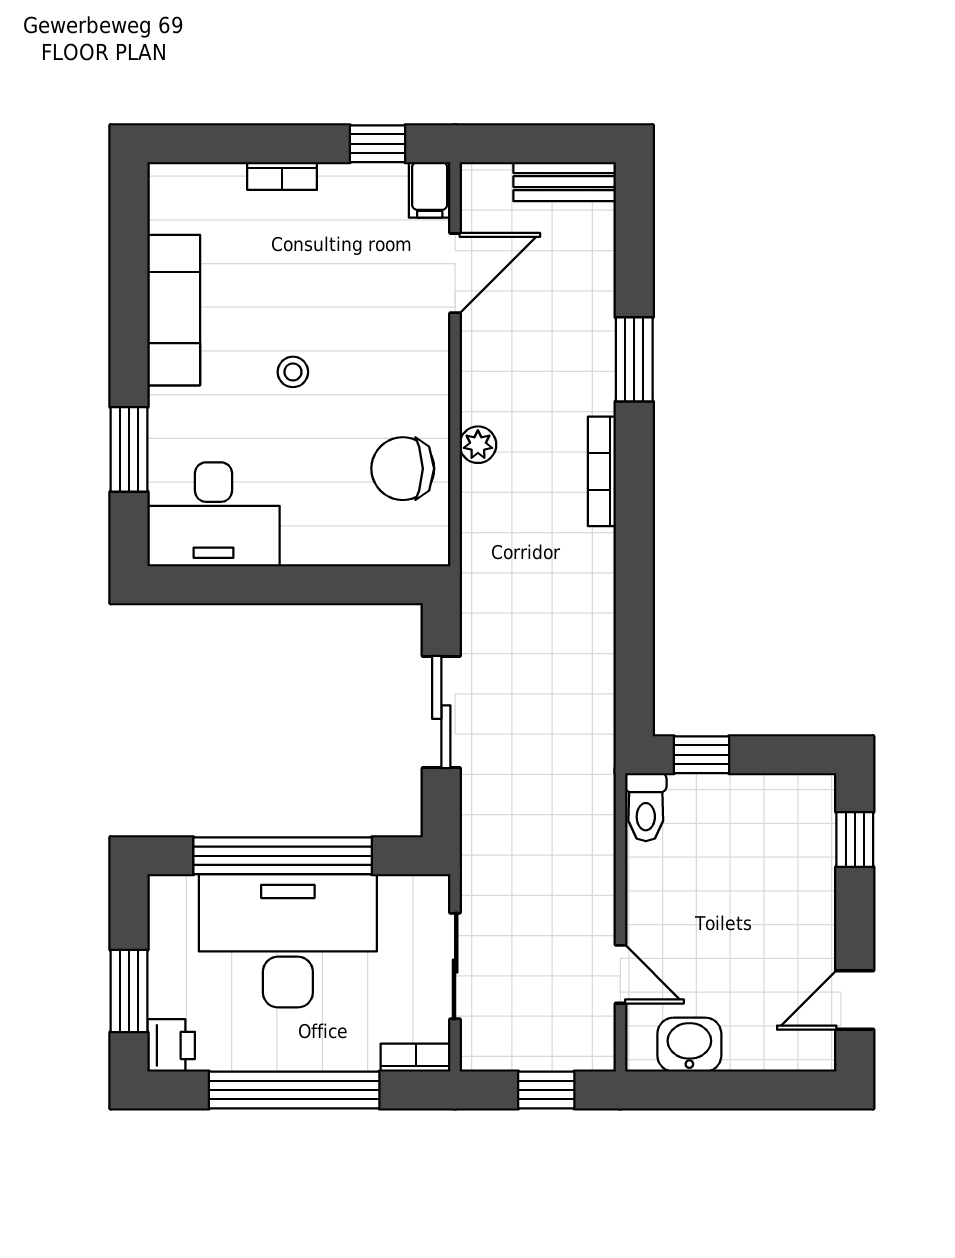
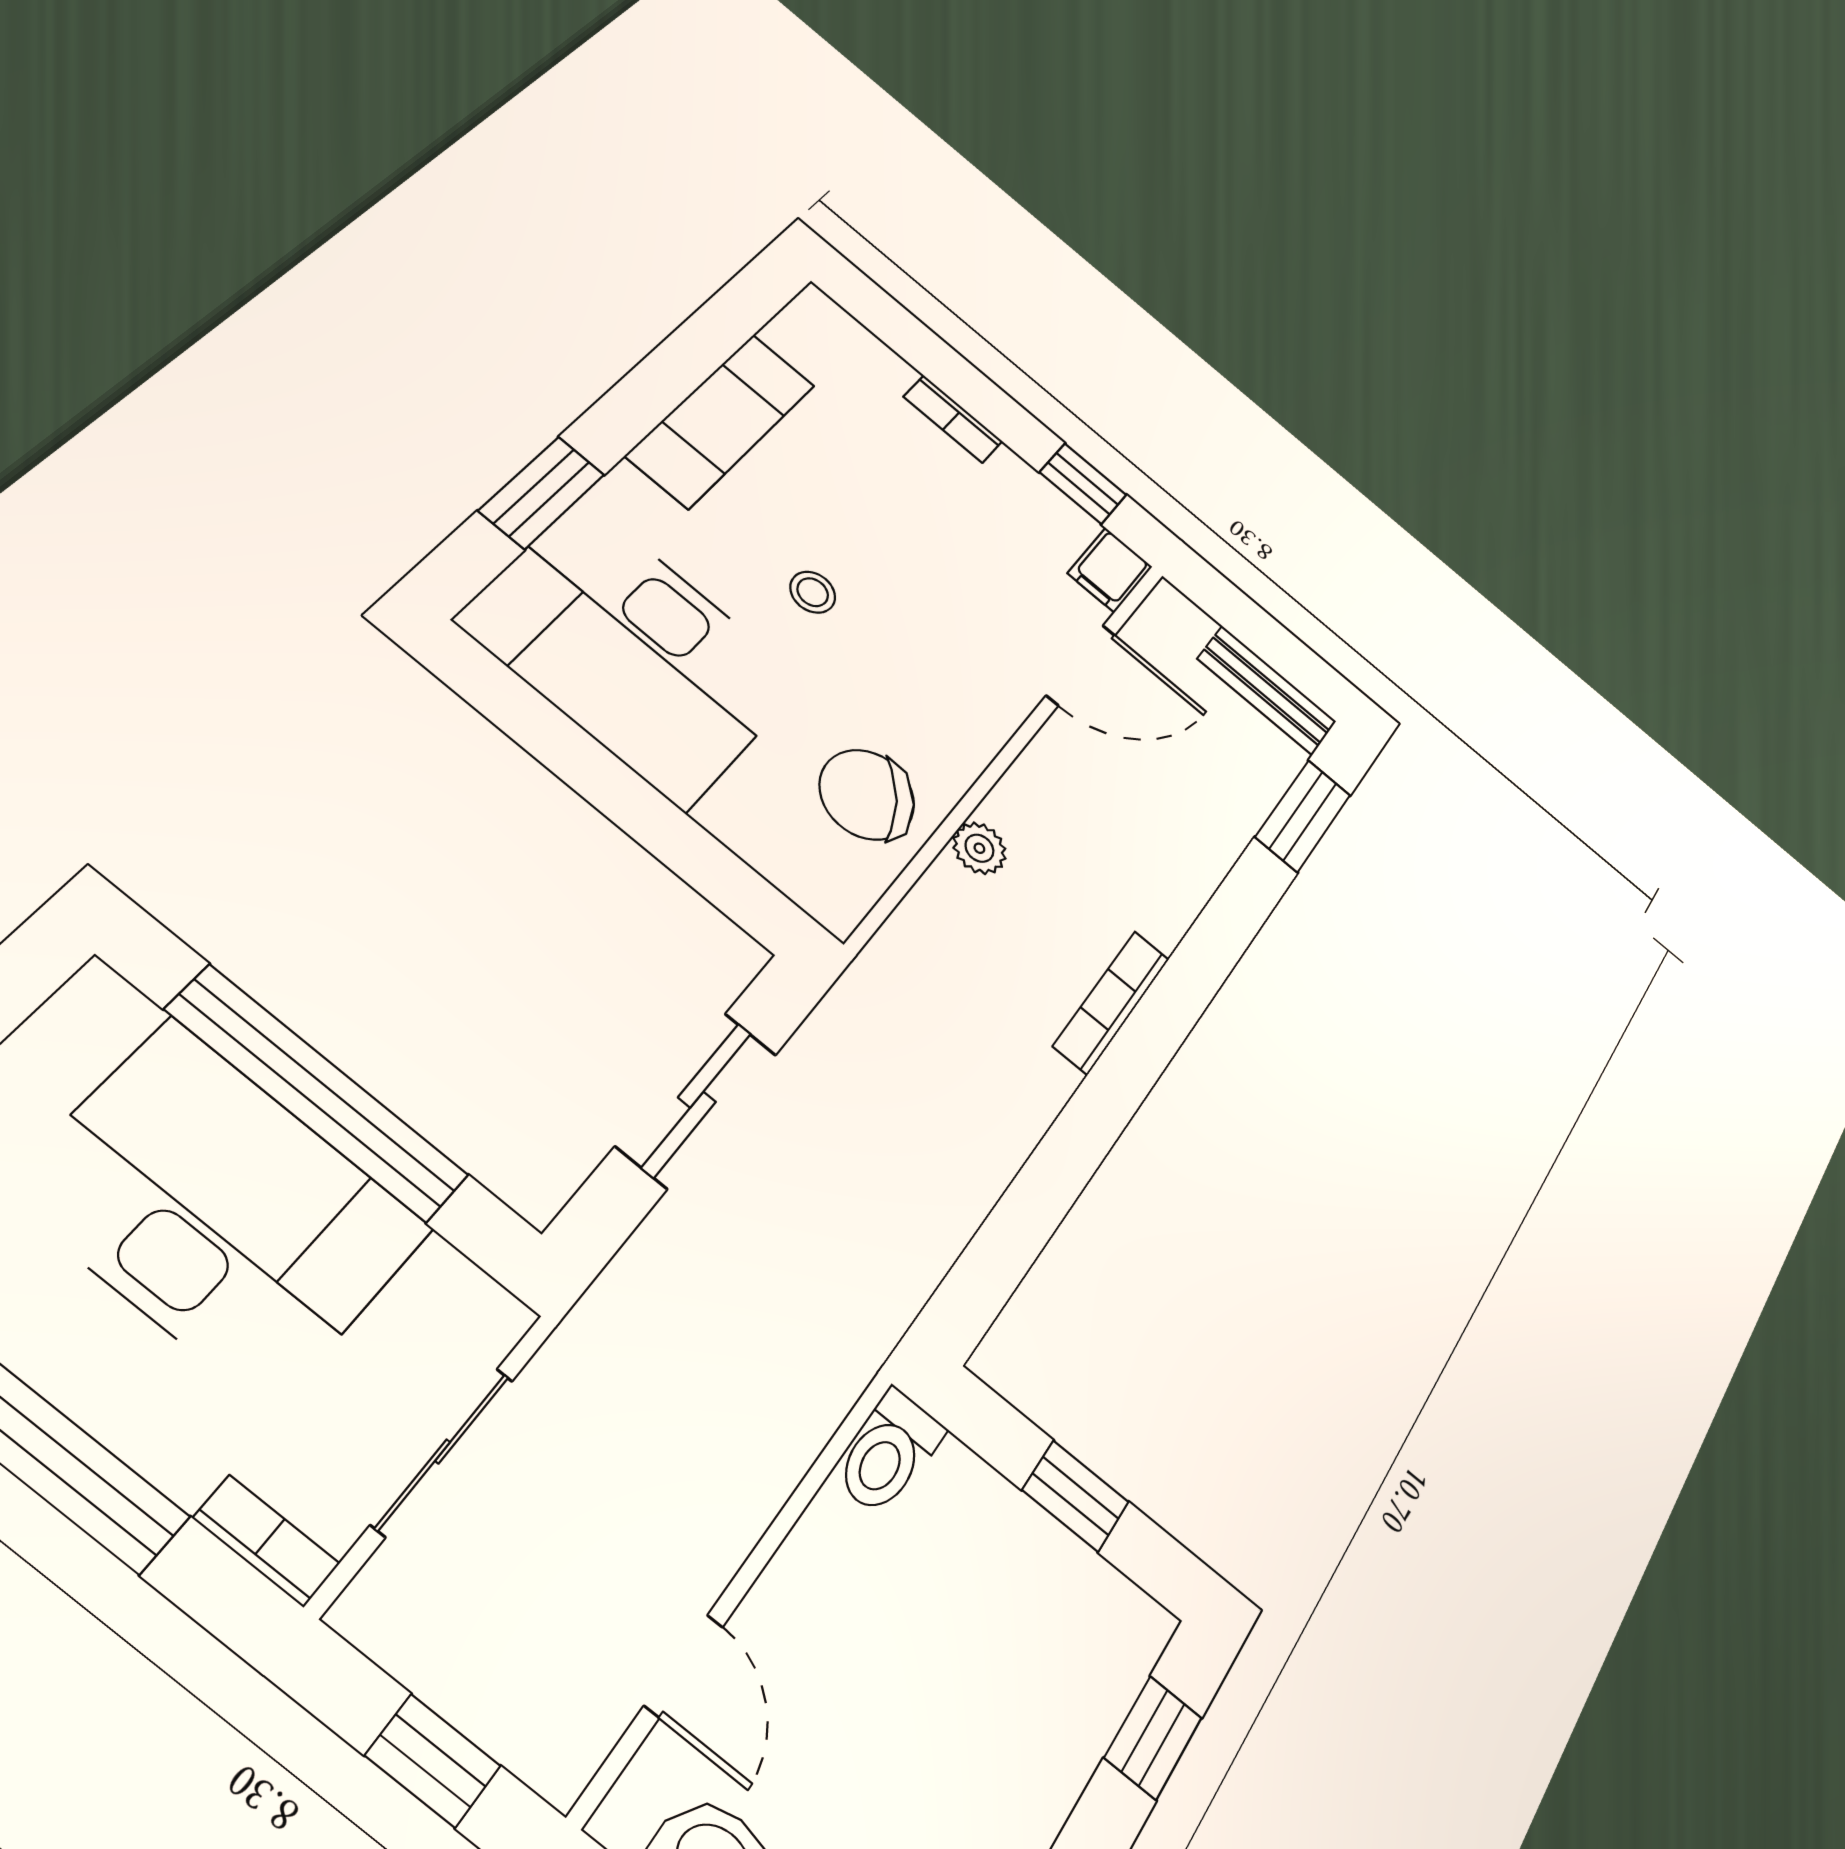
window: (634, 359) -> (1303, 816), moved
chair: (403, 469) -> (867, 795), turned -33
desk: (213, 514) -> (633, 651), width x1.36, depth x1.30
window: (702, 755) -> (1076, 1496), moved

